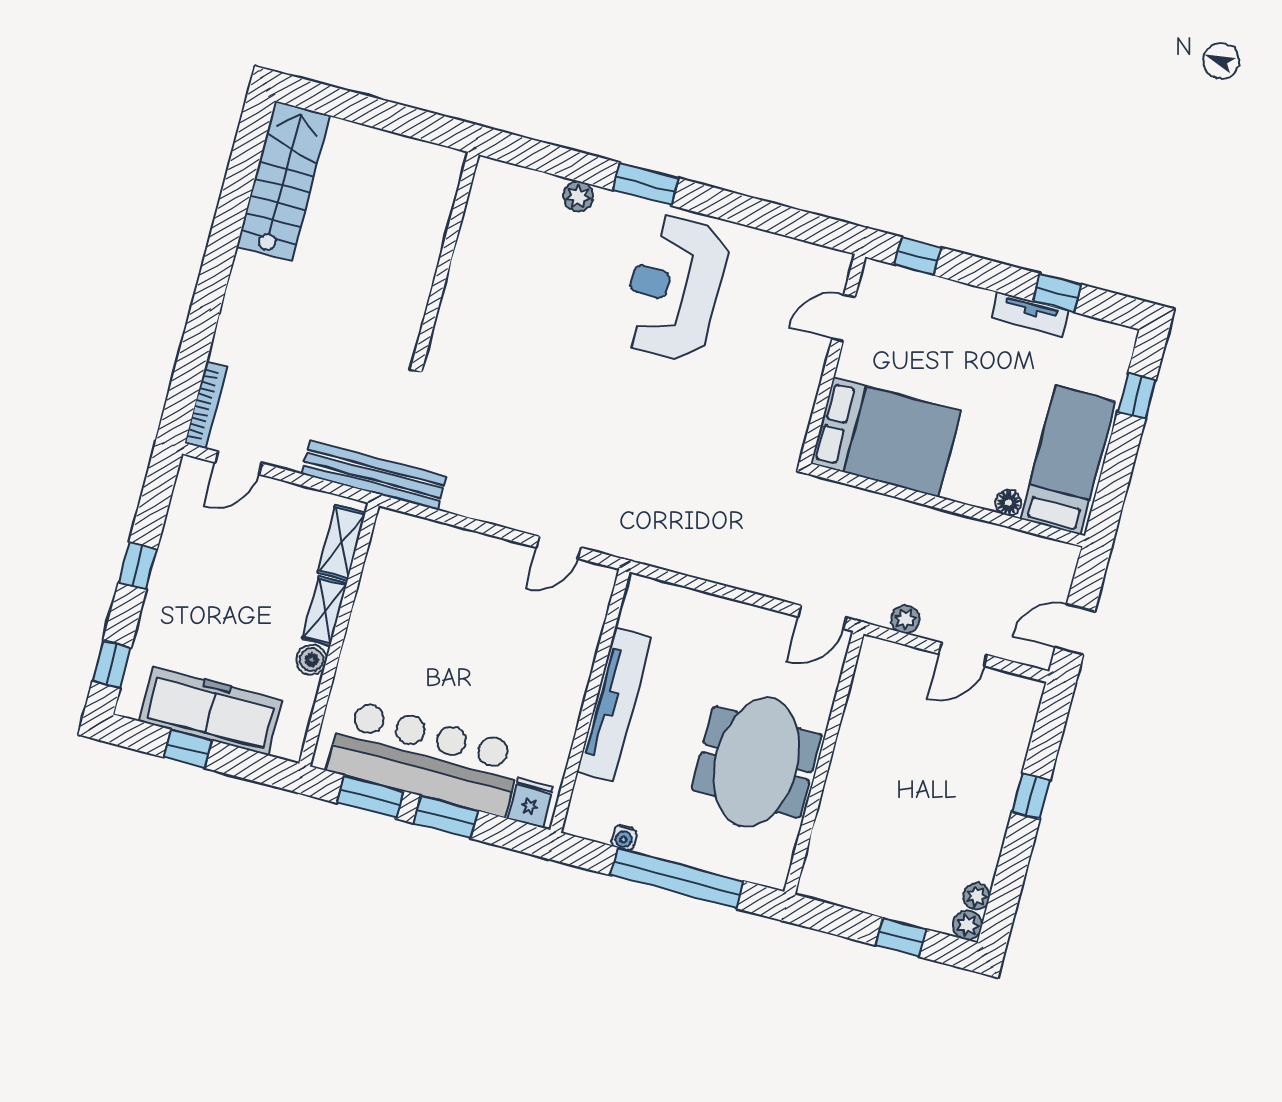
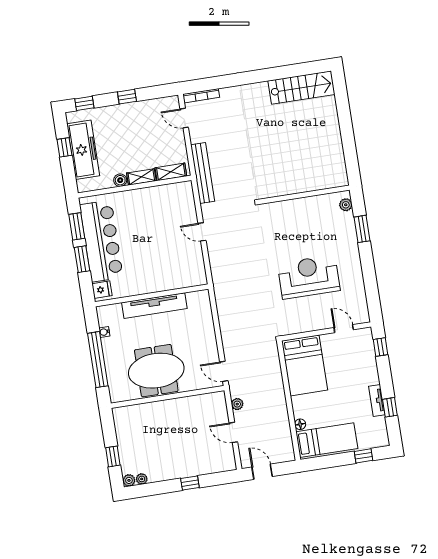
wall: (446, 257) -> (305, 195), moved
reception desk: (674, 288) -> (309, 277), moved
door: (559, 548) -> (202, 232), moved

